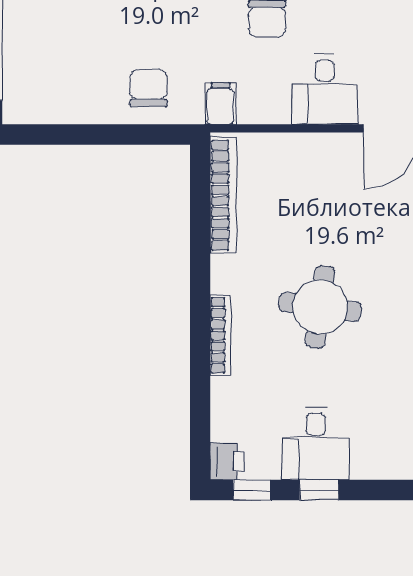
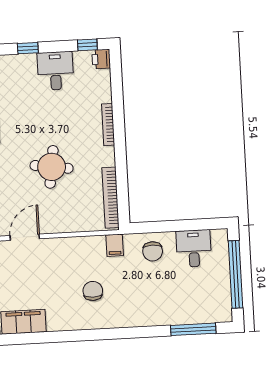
desk: (325, 89) -> (194, 248), moved
round table: (320, 307) -> (52, 167), moved
window: (319, 490) -> (28, 48), moved

